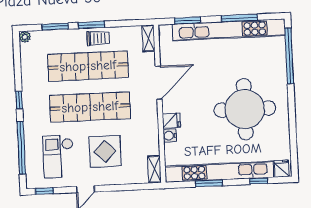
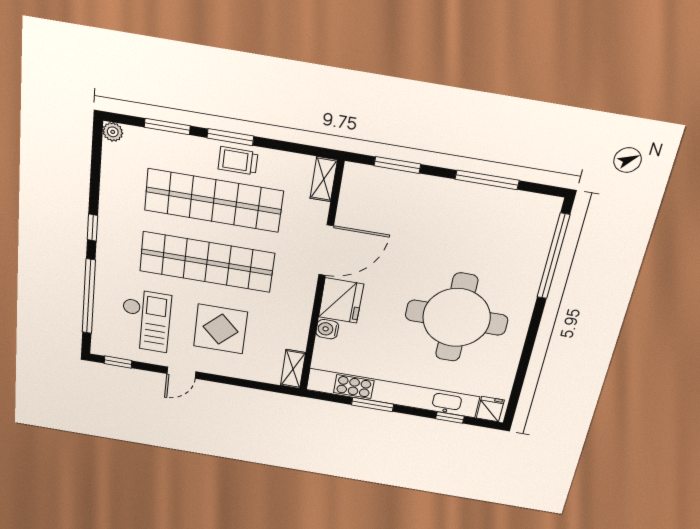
kitchen unit: (229, 30) -> (464, 195), removed
trolley: (98, 38) -> (238, 161), turned 180
fridge: (171, 121) -> (341, 300), width x1.88, depth x1.34
checkout: (58, 156) -> (146, 321), turned 180

